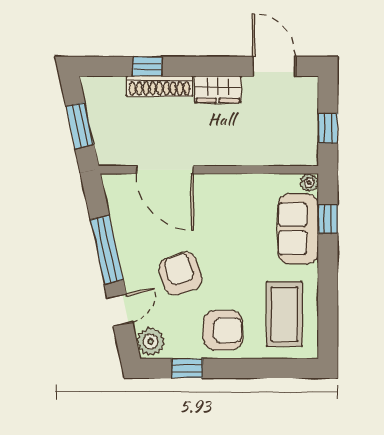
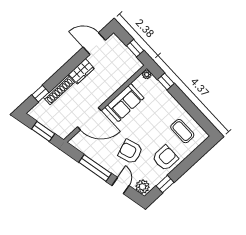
window: (147, 66) -> (40, 94), moved
sofa: (298, 229) -> (124, 103), moved, turned -90
coffee table: (284, 314) -> (182, 131), width x0.73, depth x0.76

